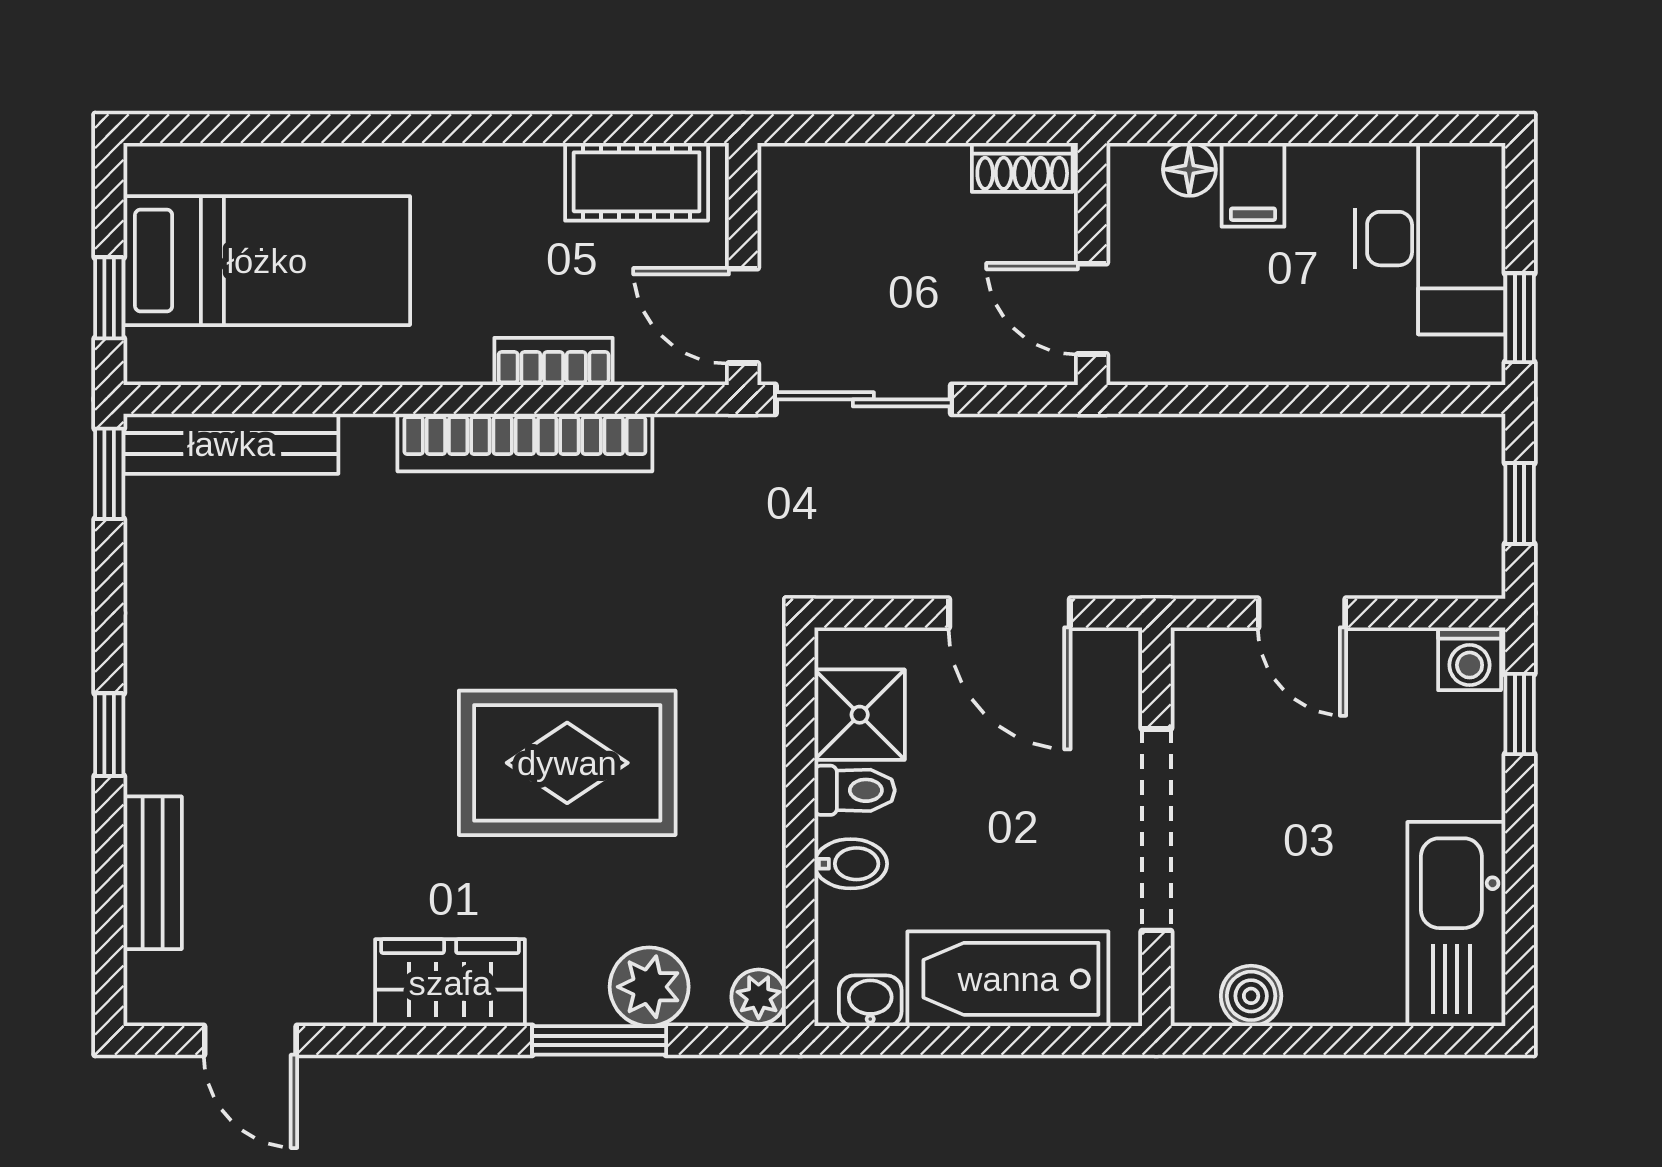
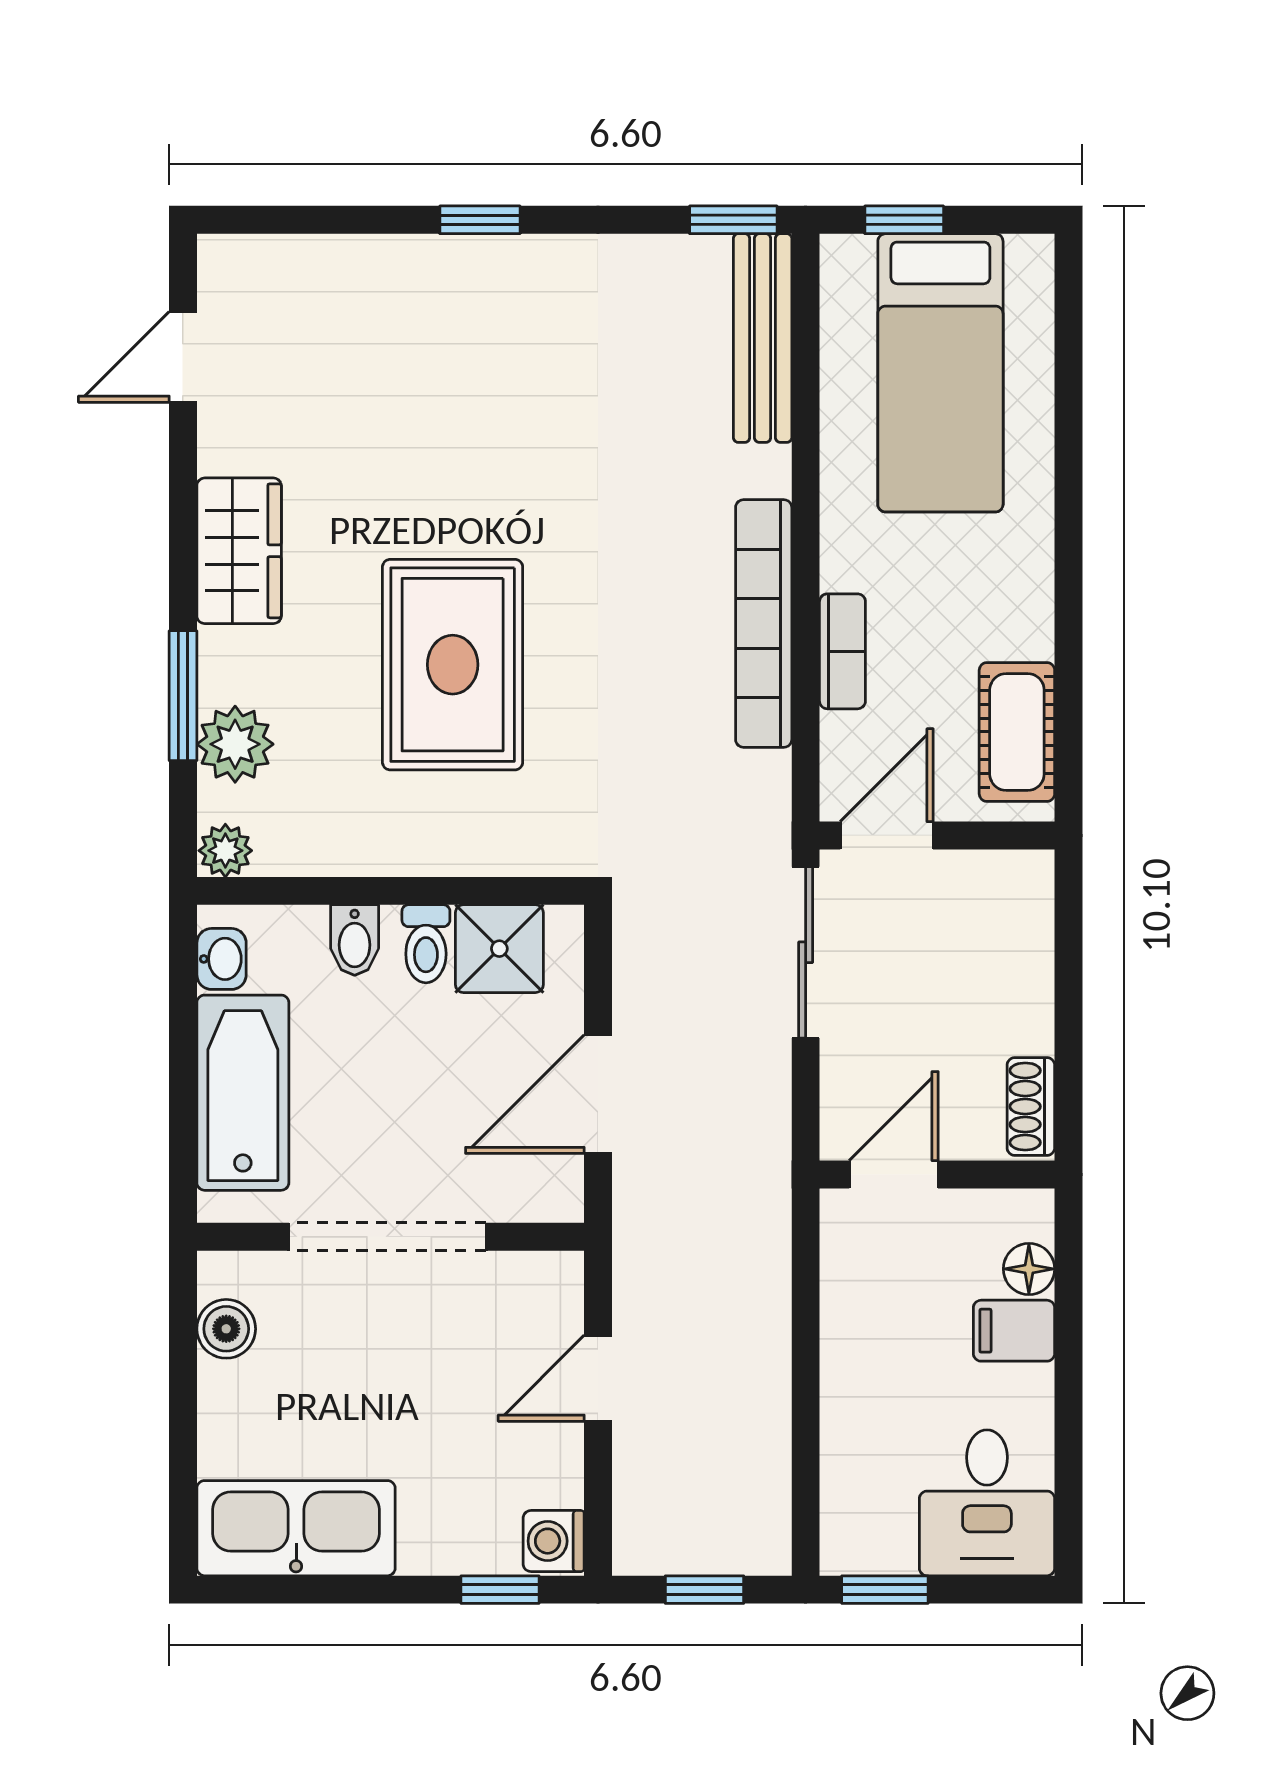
desk: (1430, 239) -> (987, 1503), width x0.73
bench: (153, 873) -> (346, 262), removed

